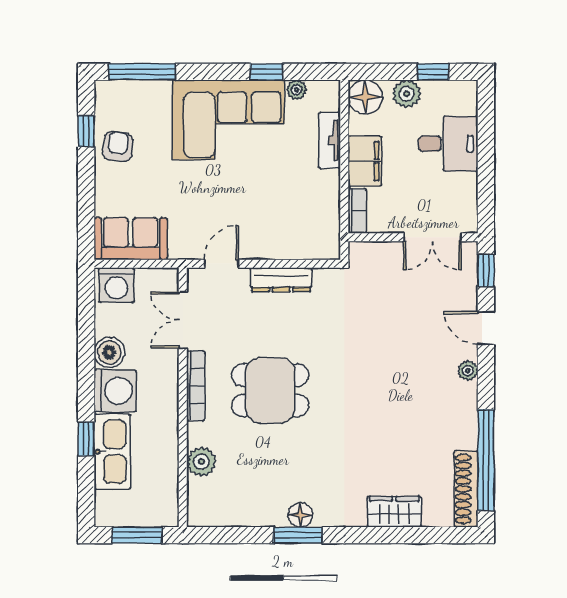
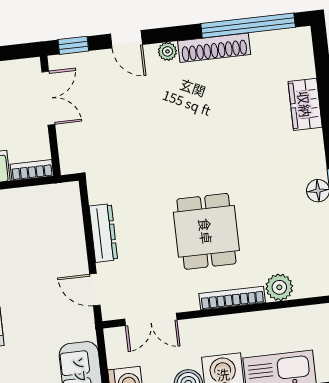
door: (486, 328) -> (126, 39), hinge flipped
bookcase: (196, 386) -> (232, 298), moved
shoe rack: (466, 489) -> (214, 48), moved

